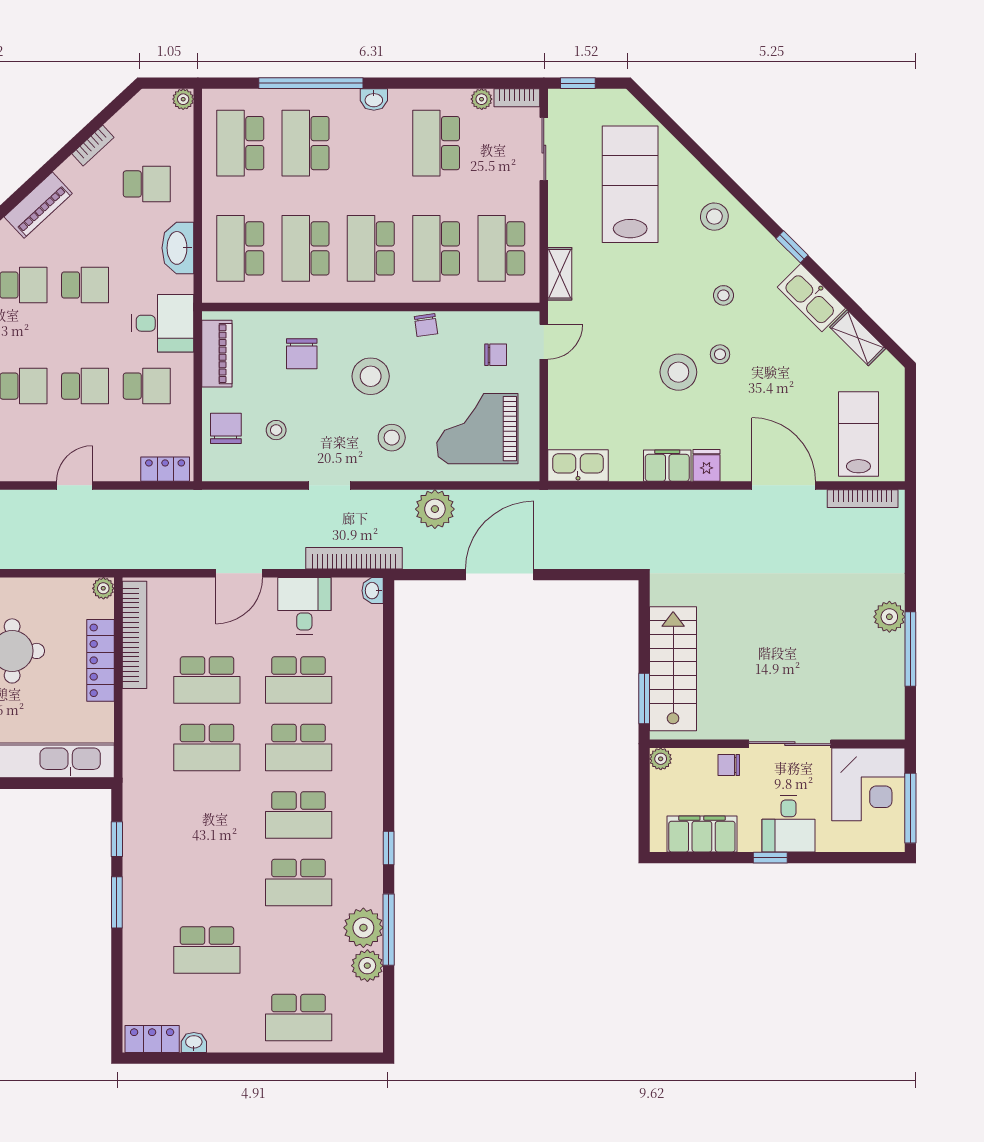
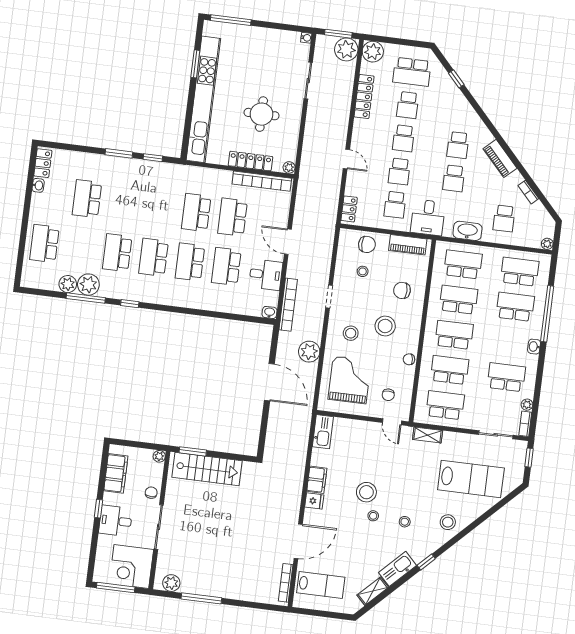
plant: (889, 617) -> (171, 583), moved

